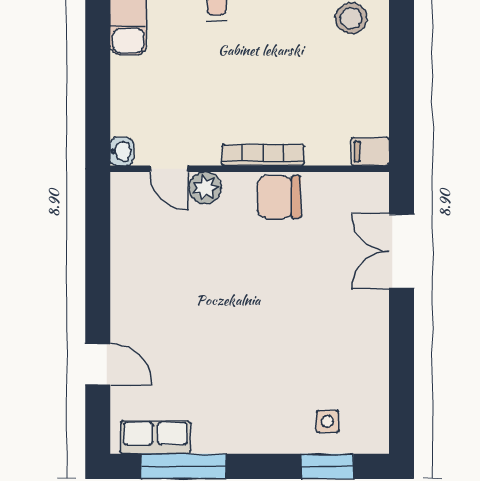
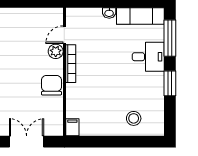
washbasin: (122, 151) -> (109, 13), moved
bookcase: (263, 155) -> (71, 64), moved

